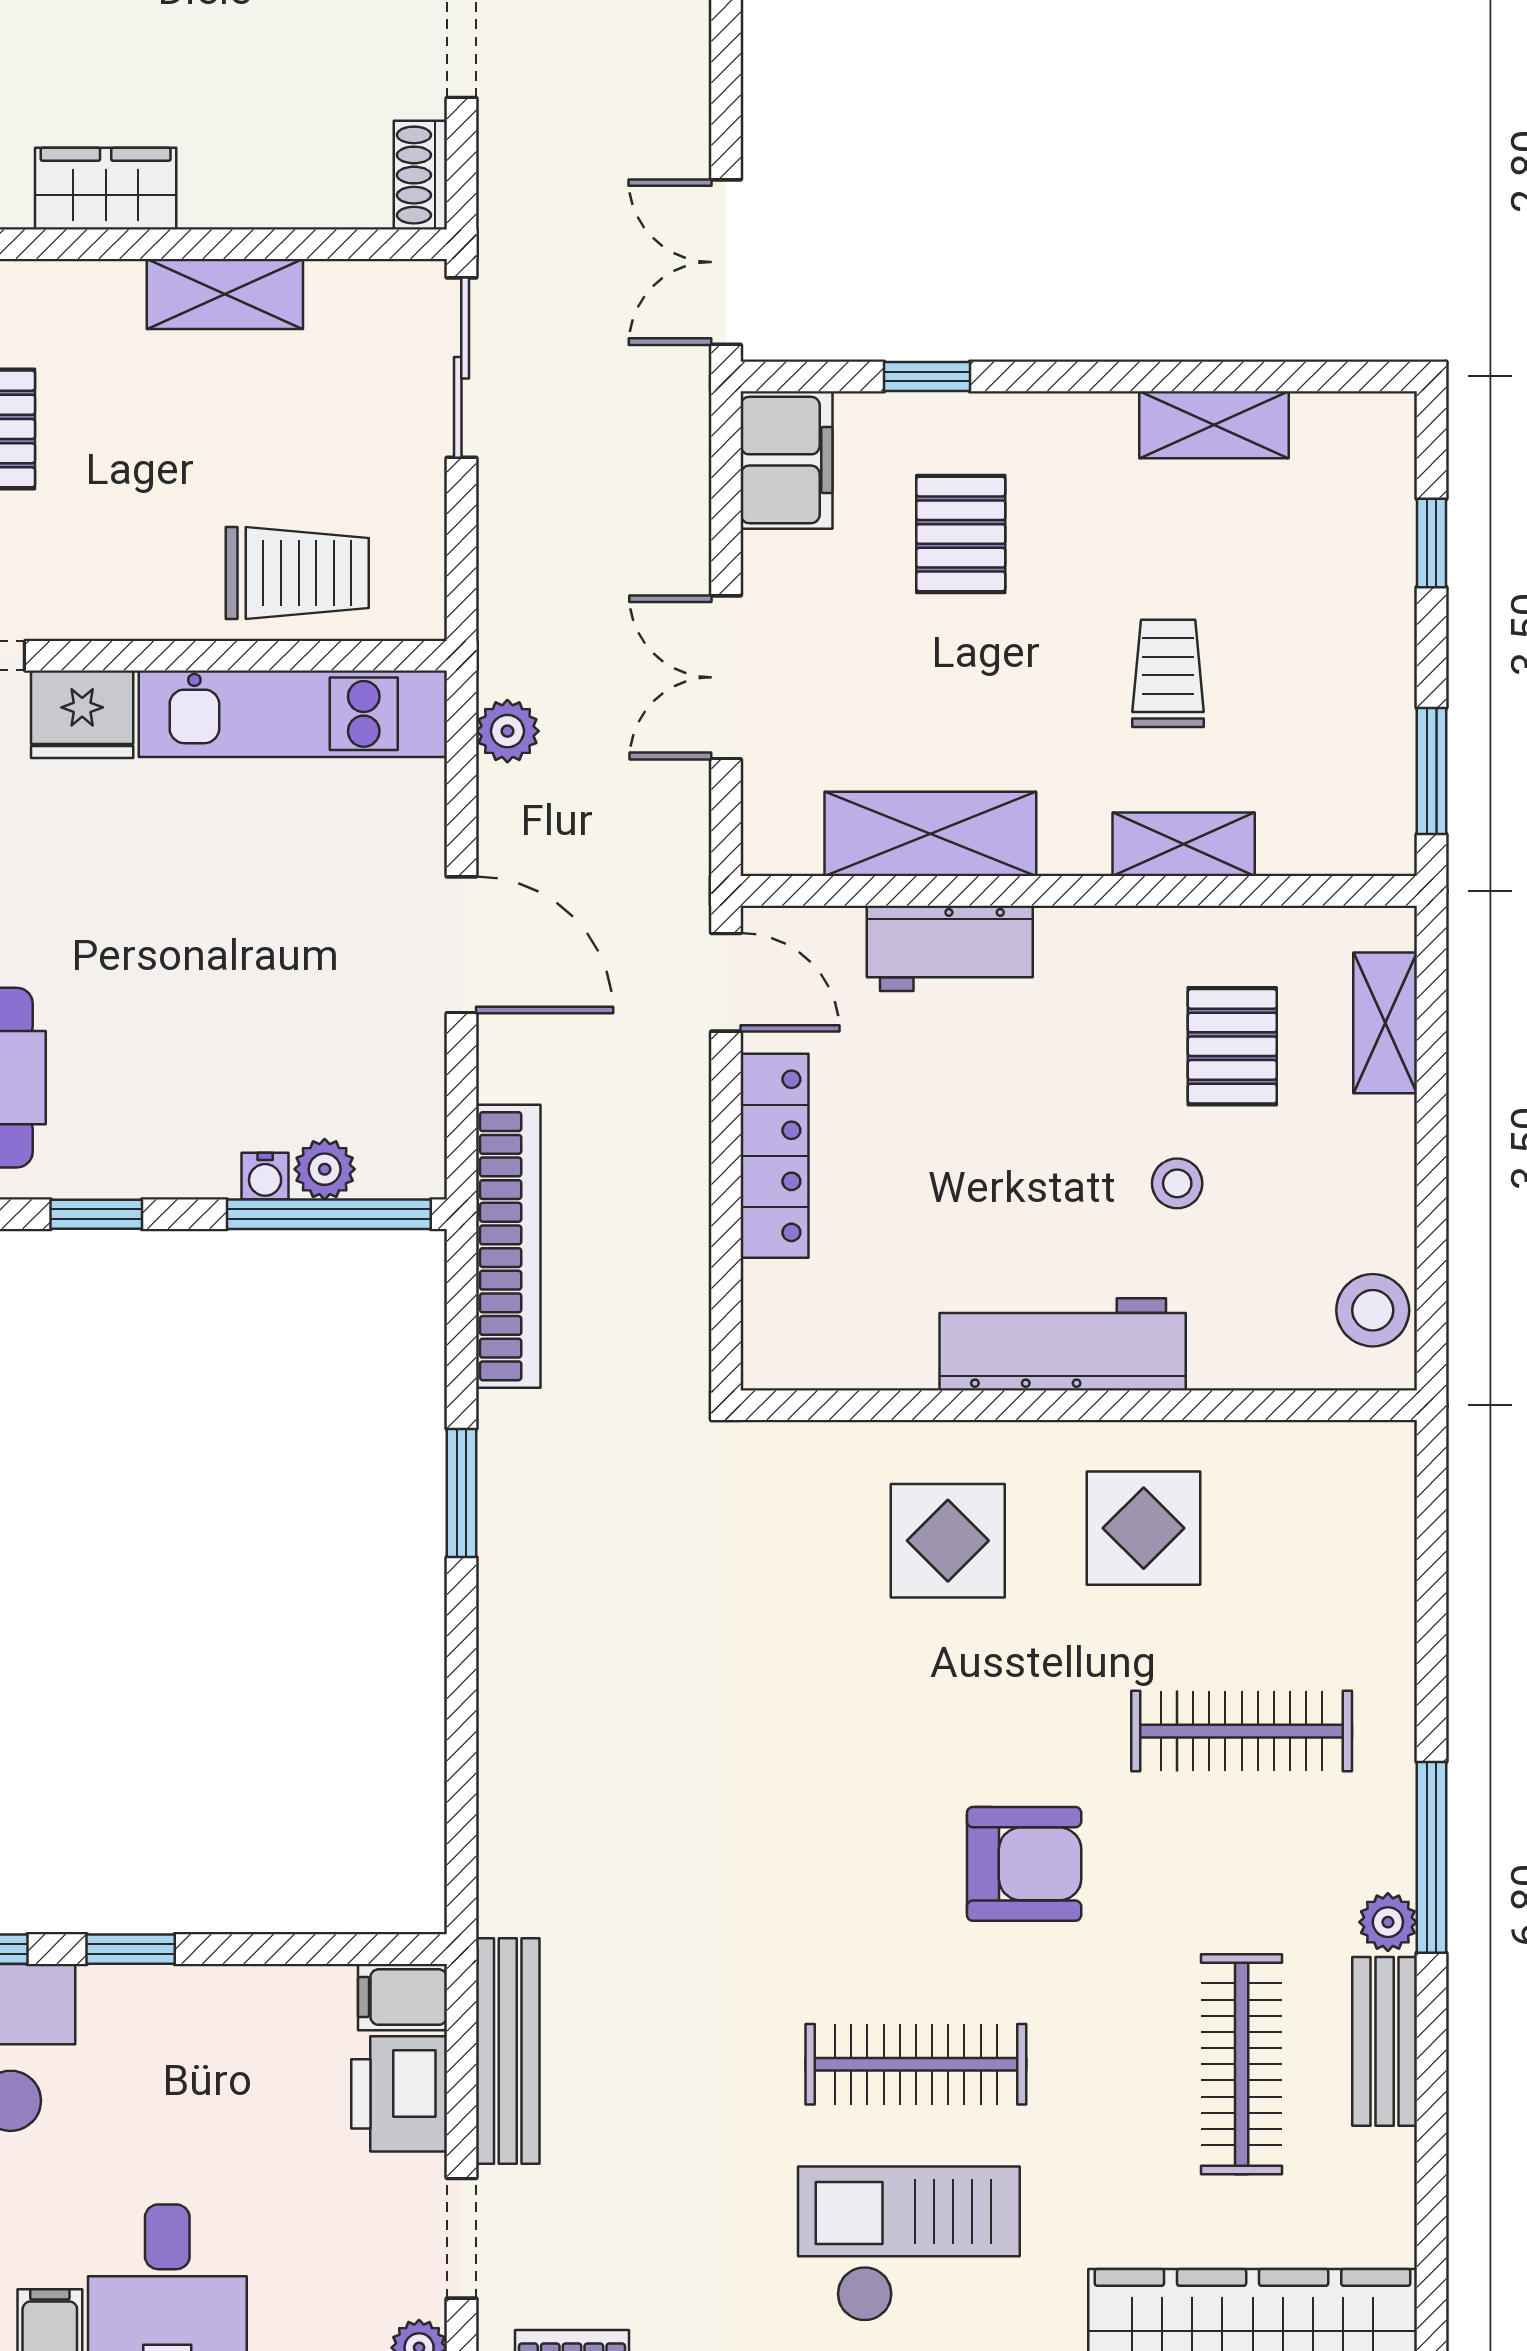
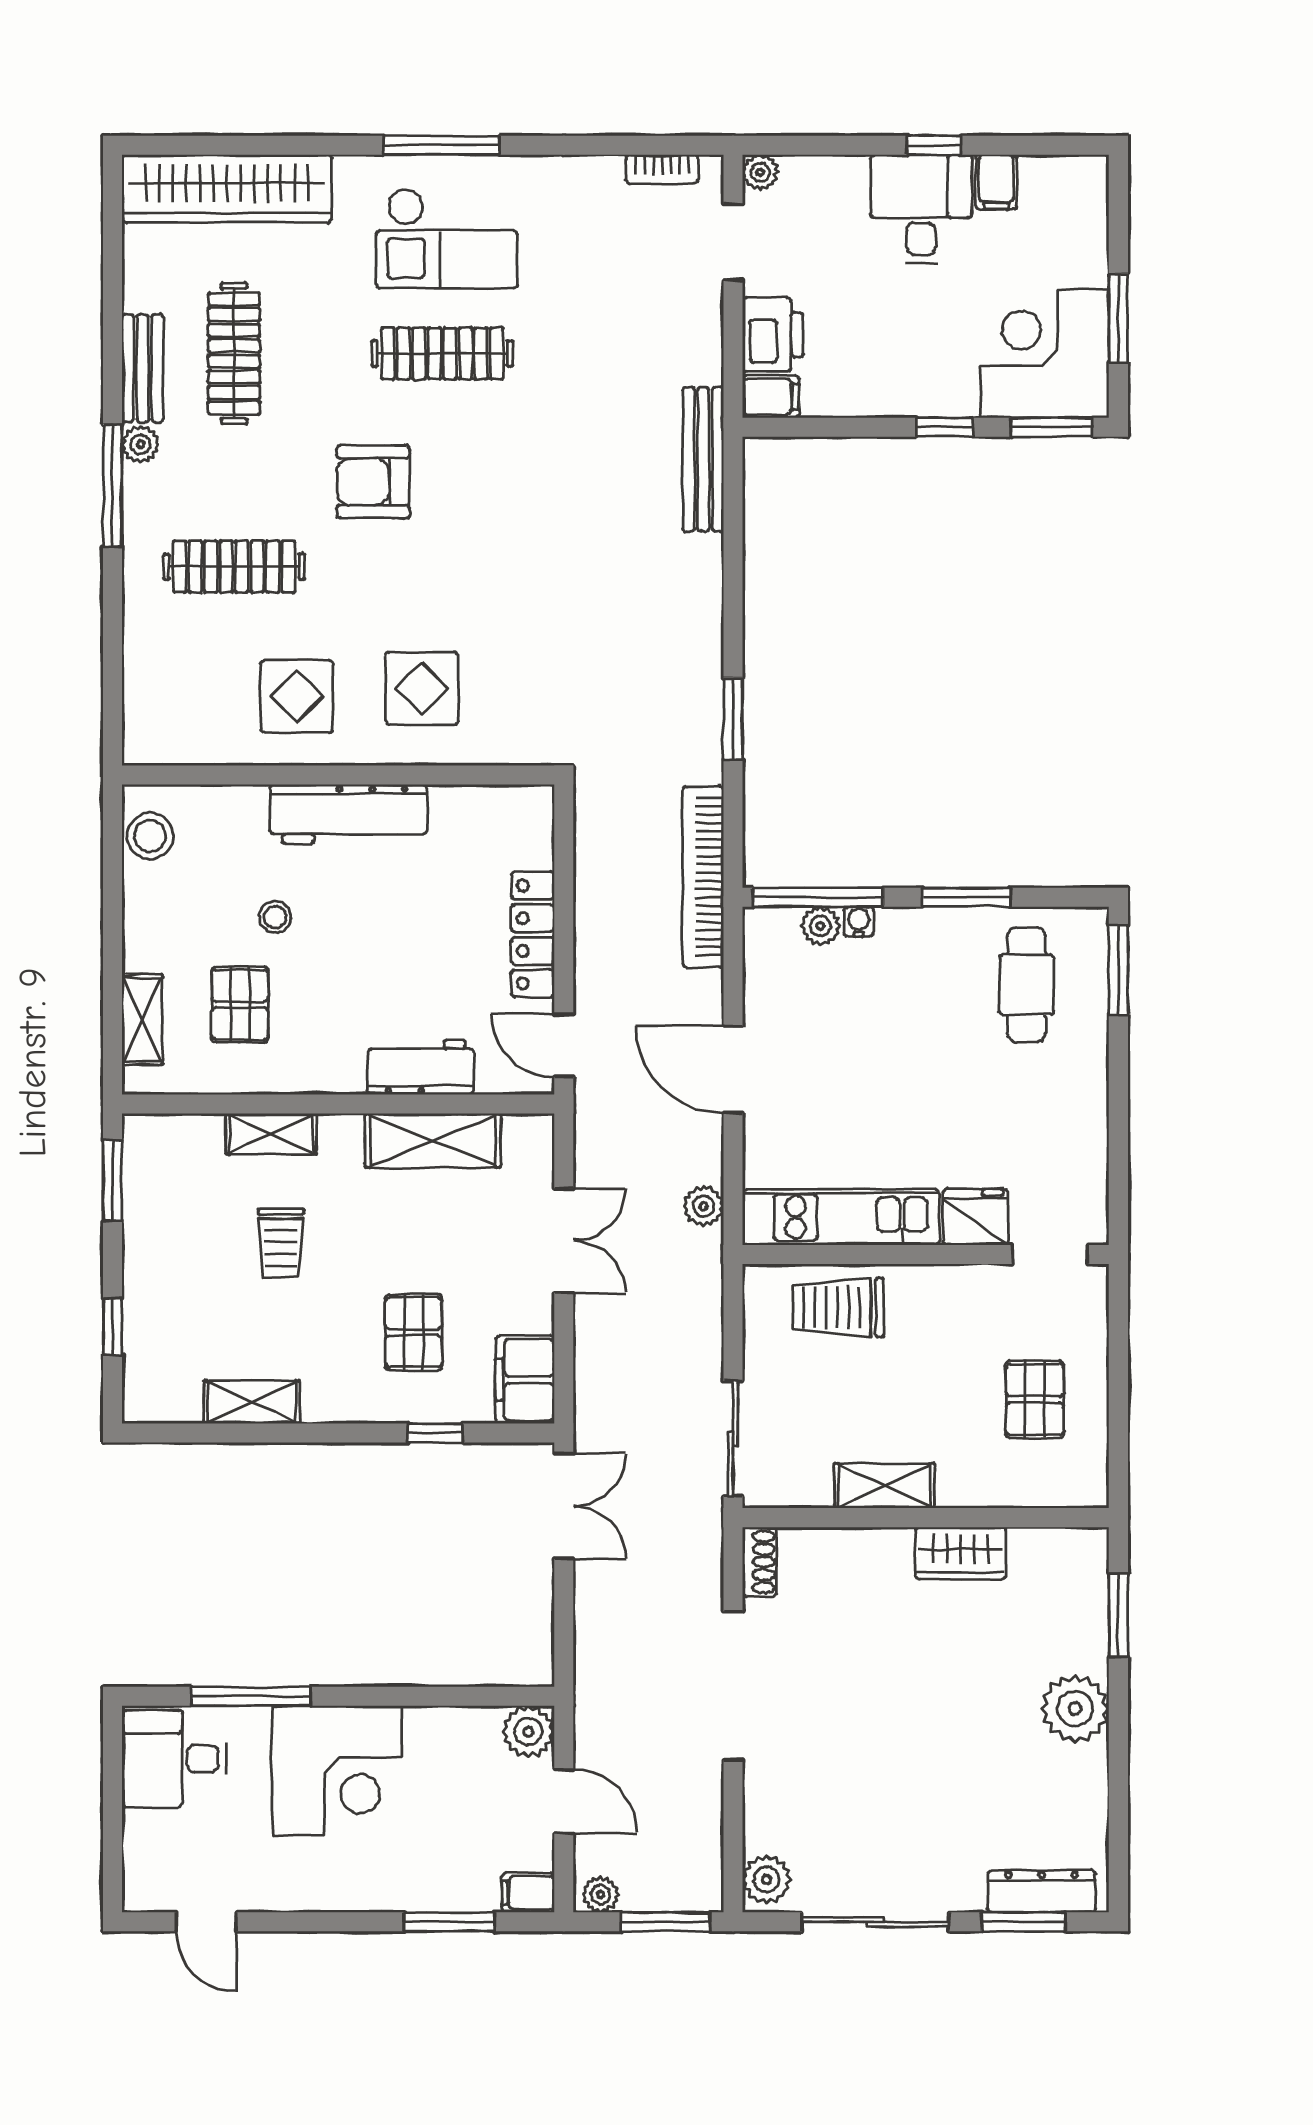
window: (96, 1214) -> (967, 897), width x1.50
bench: (508, 2051) -> (703, 459), moved

